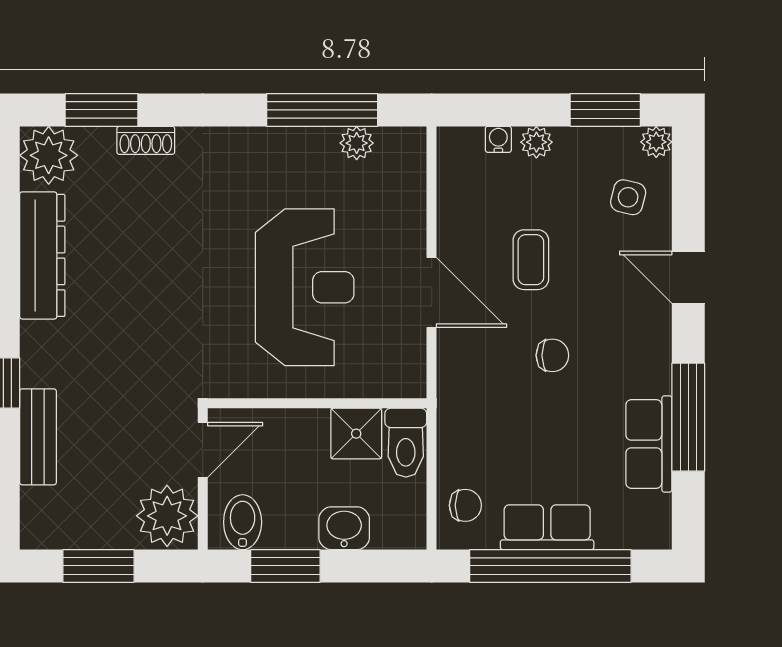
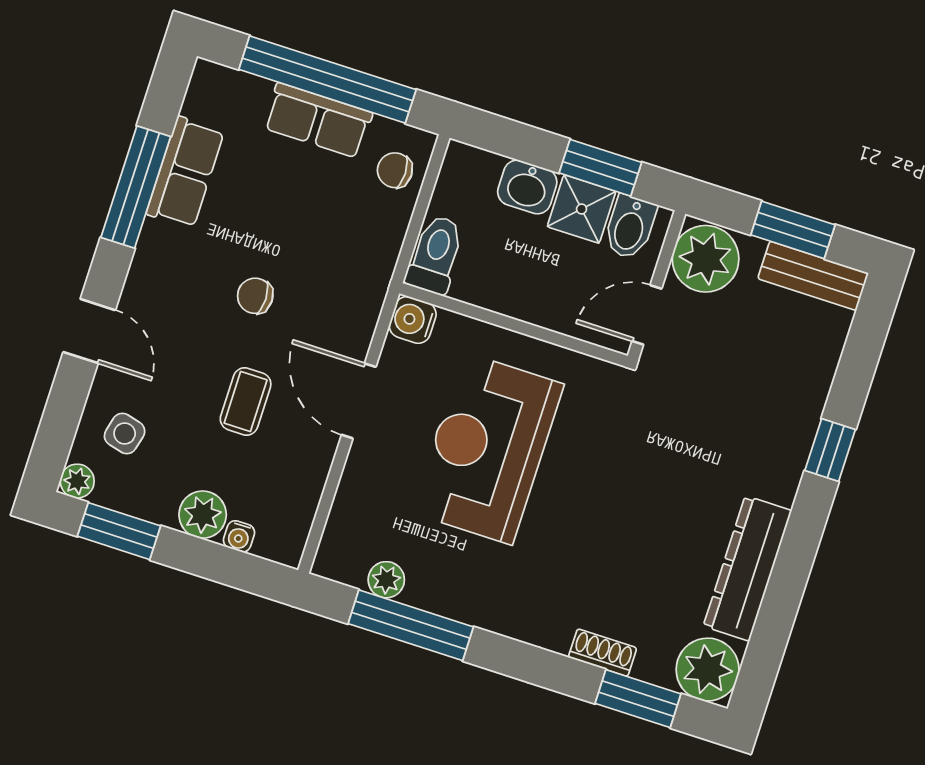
plant: (536, 142) -> (203, 515), width x1.38, depth x1.38
water cooler: (407, 379) -> (413, 320), added
shower: (356, 434) -> (582, 209), moved
bench: (38, 437) -> (813, 276), moved, turned 90

